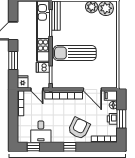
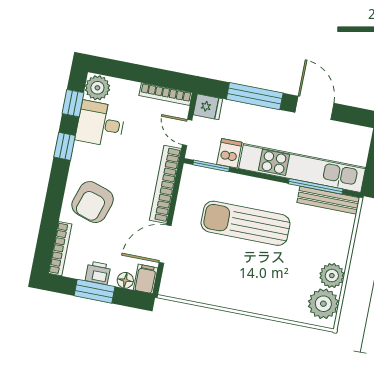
sun lounger: (75, 53) -> (245, 223), turned -90
window: (13, 61) -> (255, 96), width x1.44
door: (37, 89) -> (187, 133), hinge flipped
armchair: (79, 128) -> (93, 202), turned 82
plant: (24, 137) -> (97, 88), added
window: (70, 147) -> (65, 146), moved

